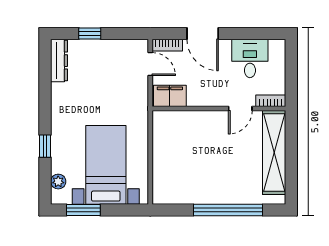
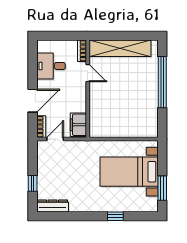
plant: (58, 182) -> (141, 207), removed

